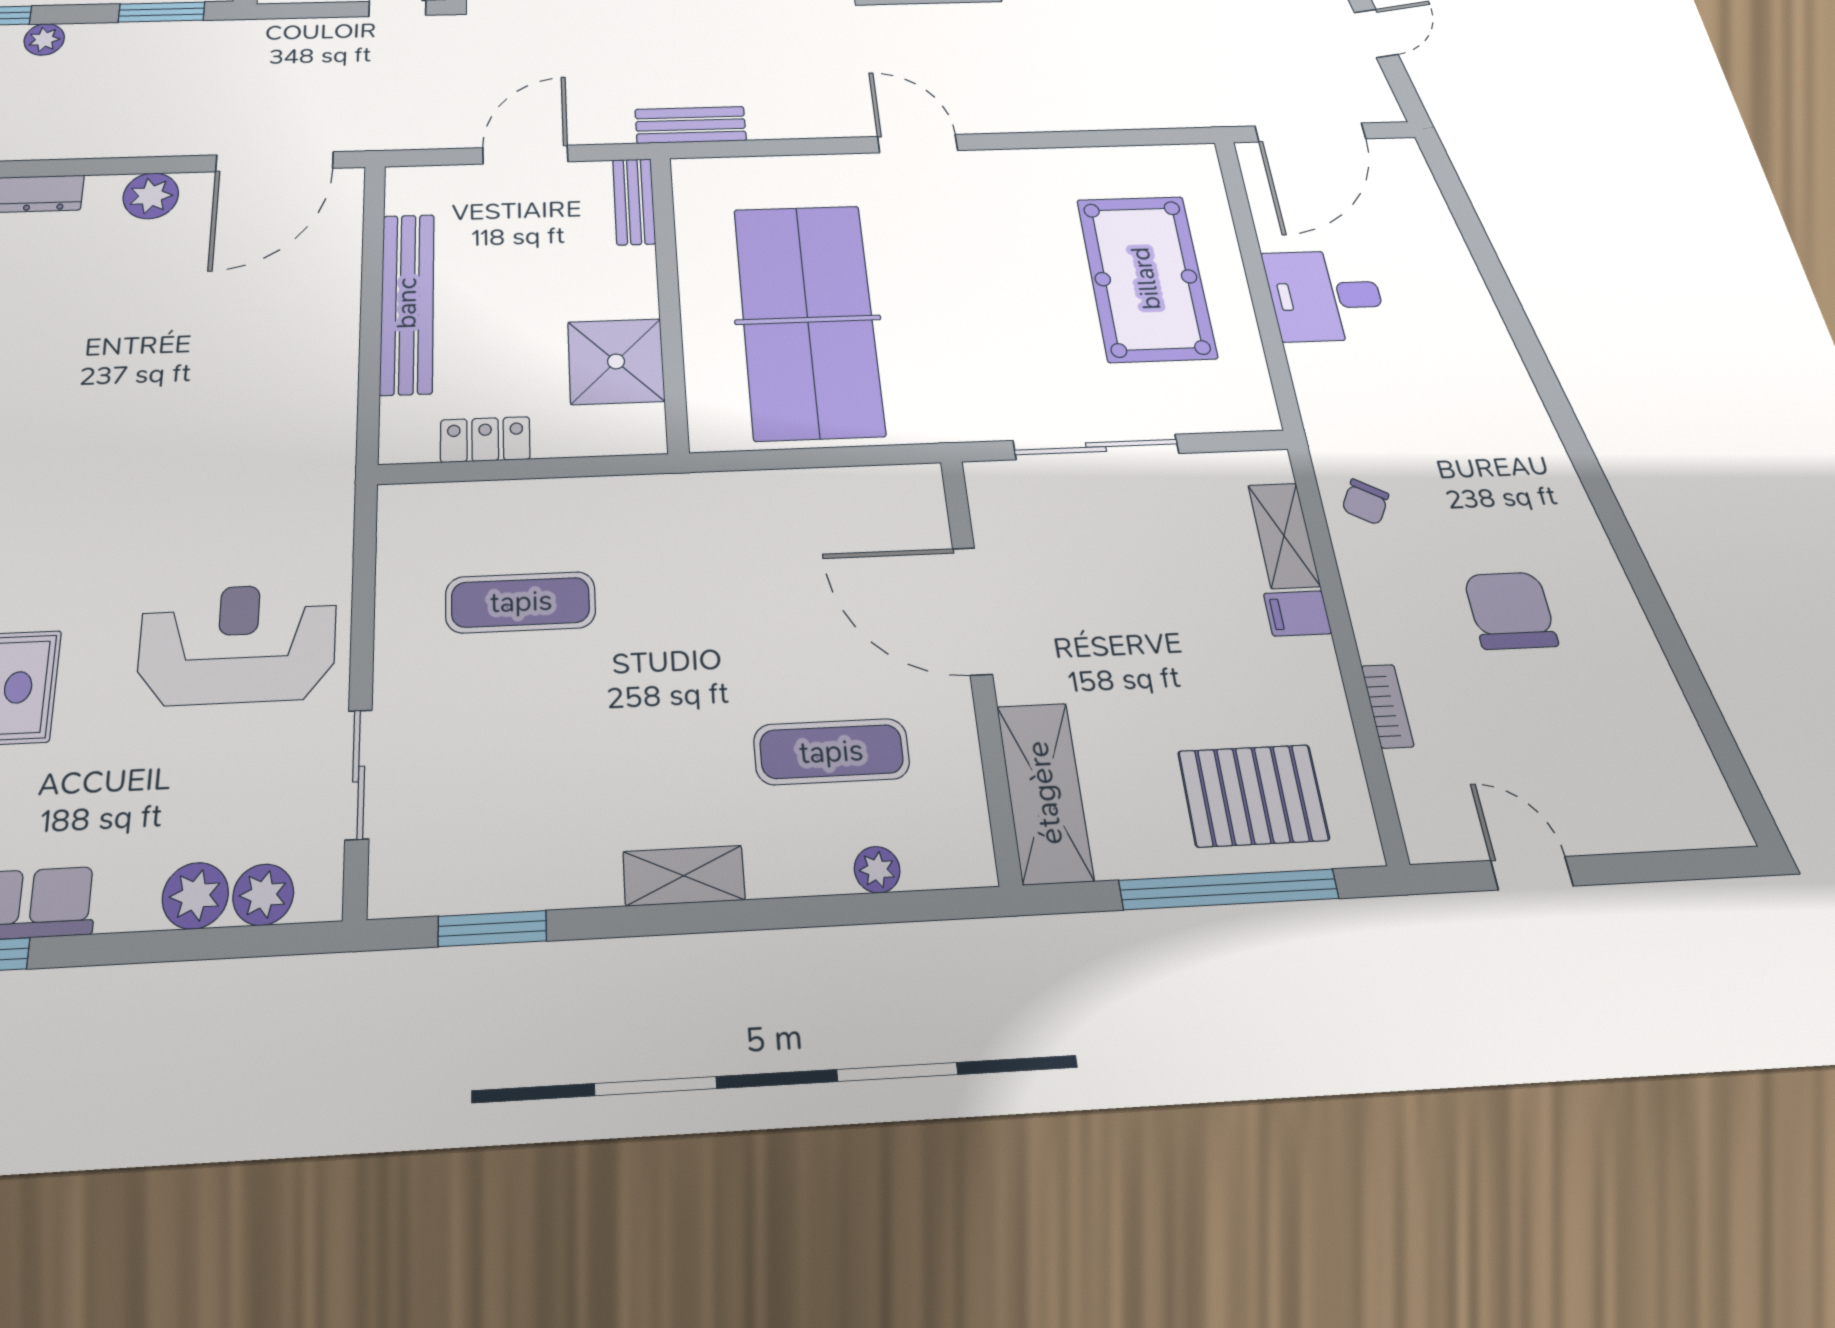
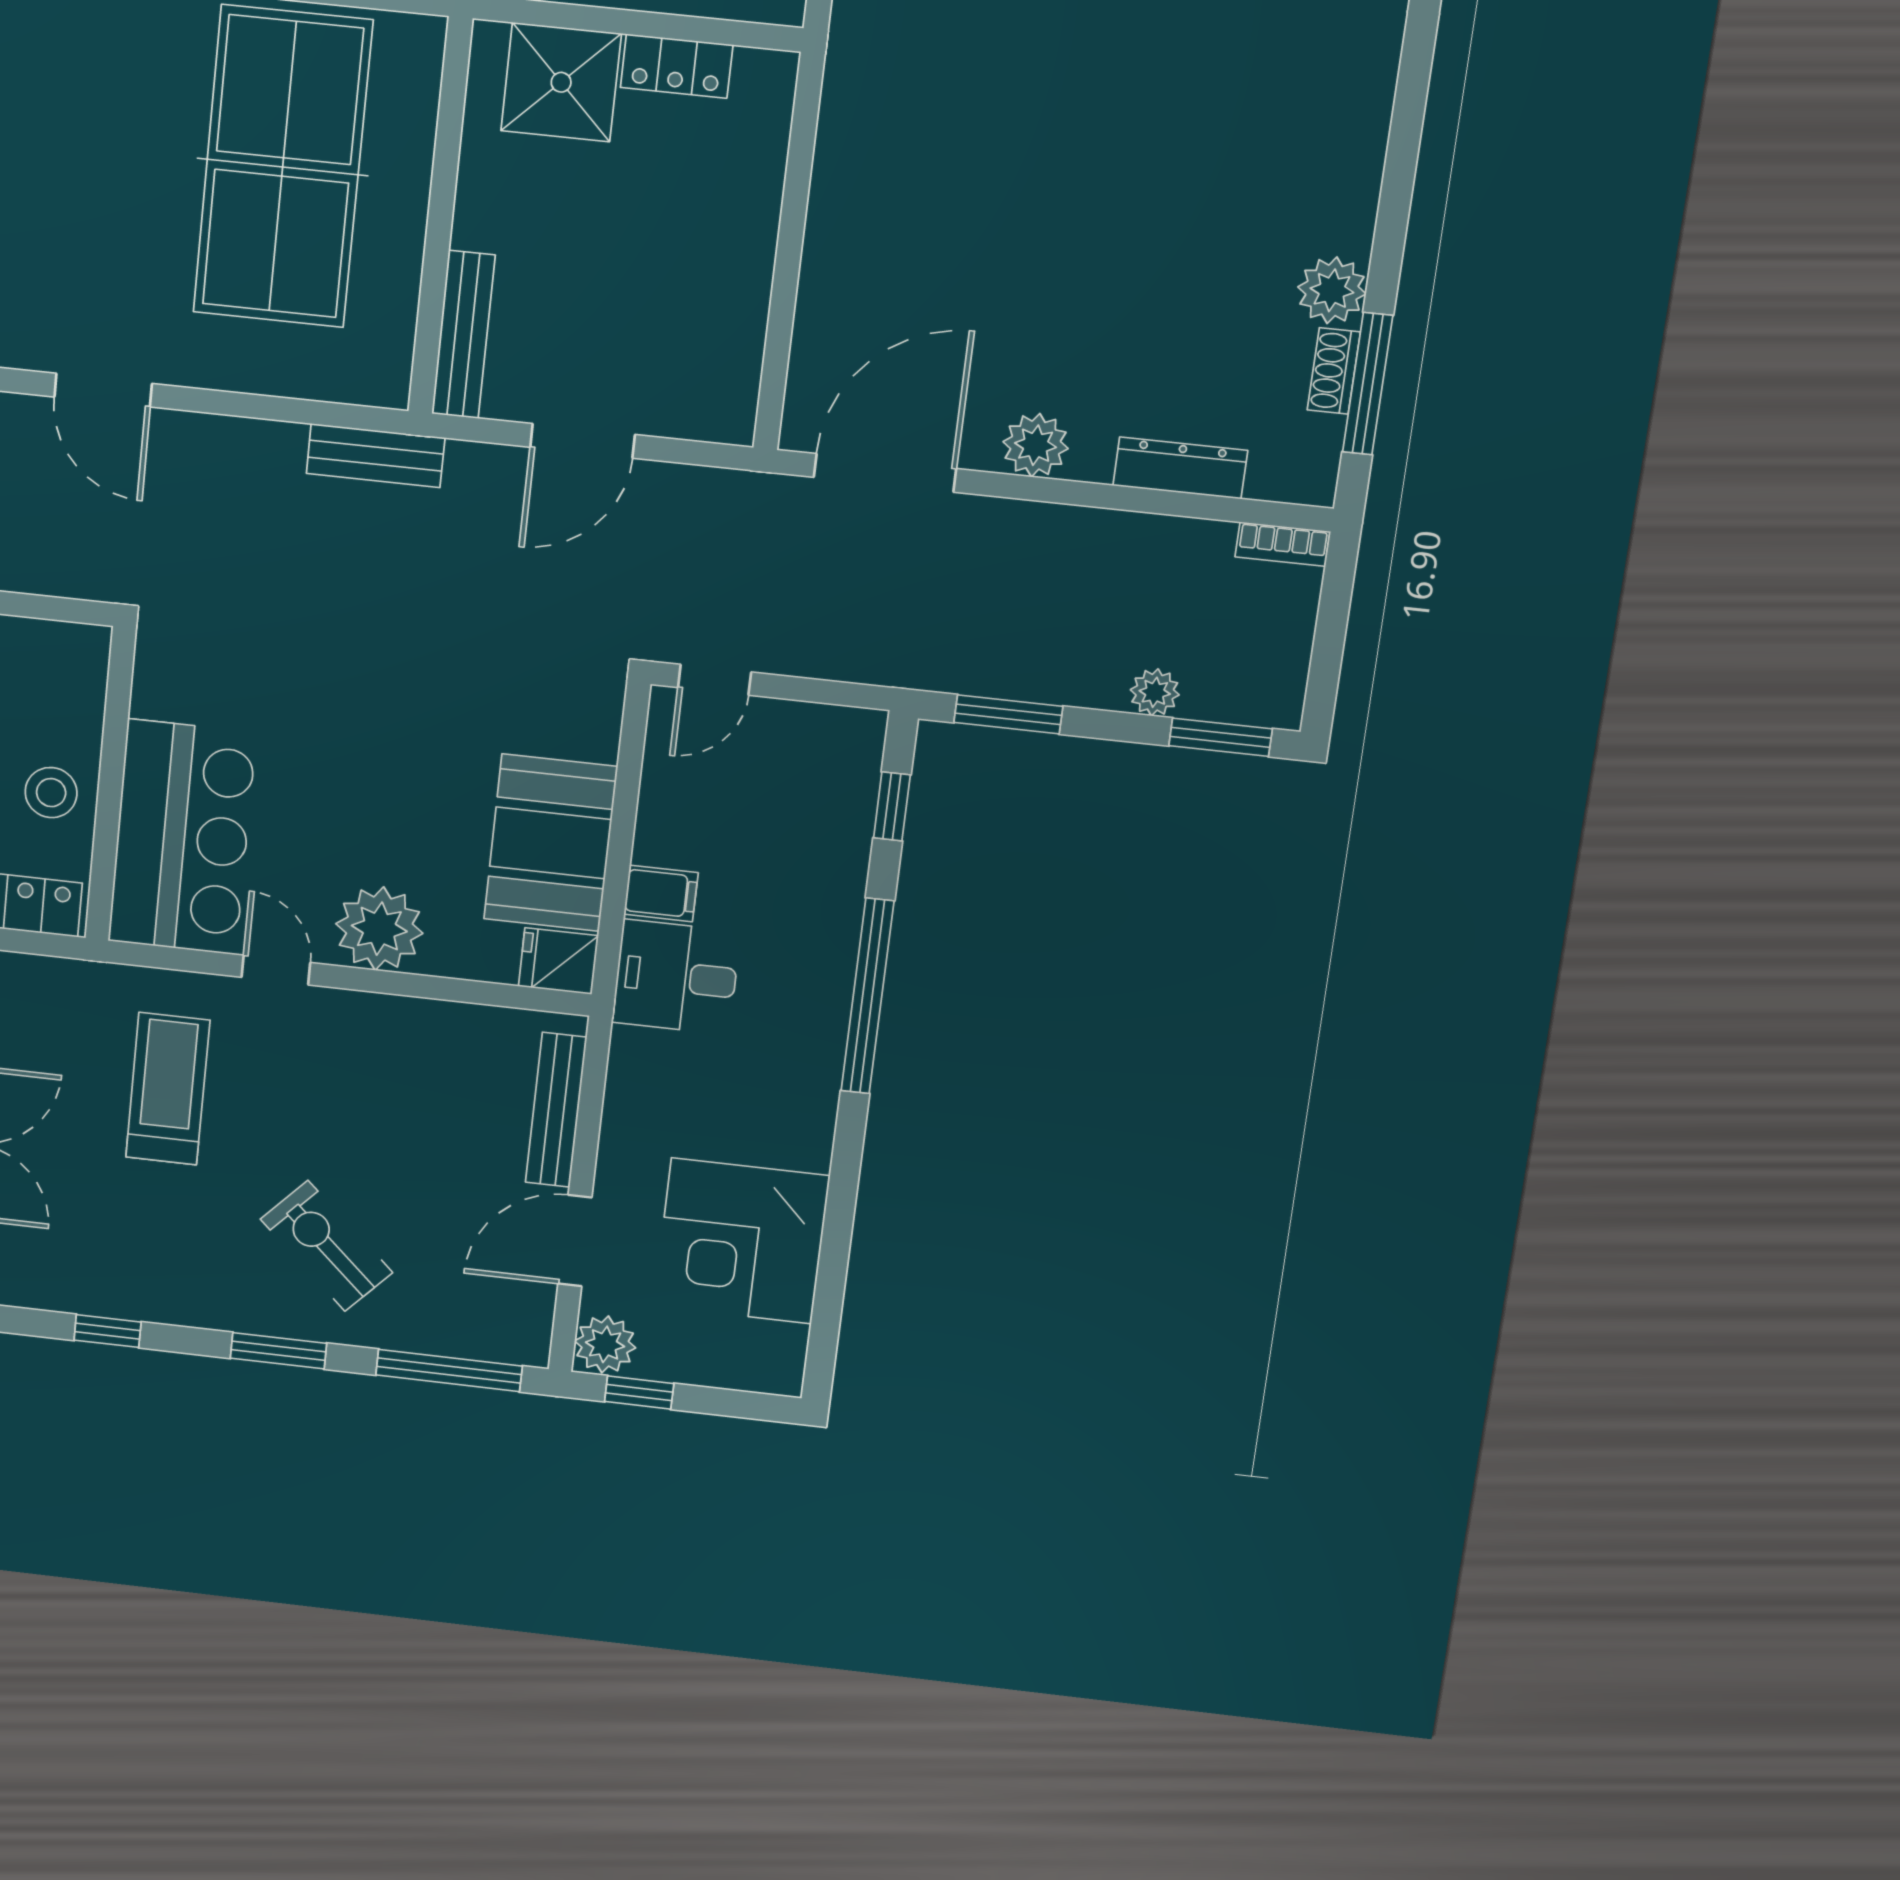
bench: (634, 201) -> (463, 335), width x1.36
bench: (407, 303) -> (746, 256), removed
shower: (616, 361) -> (561, 82), moved

